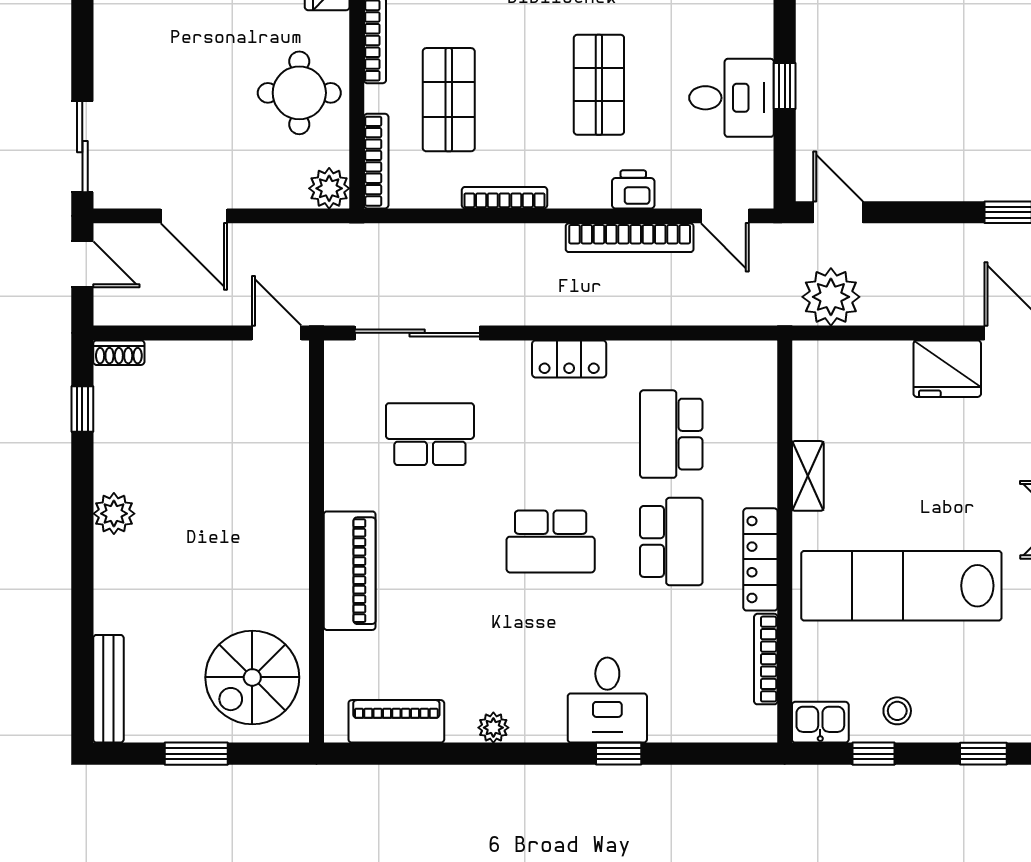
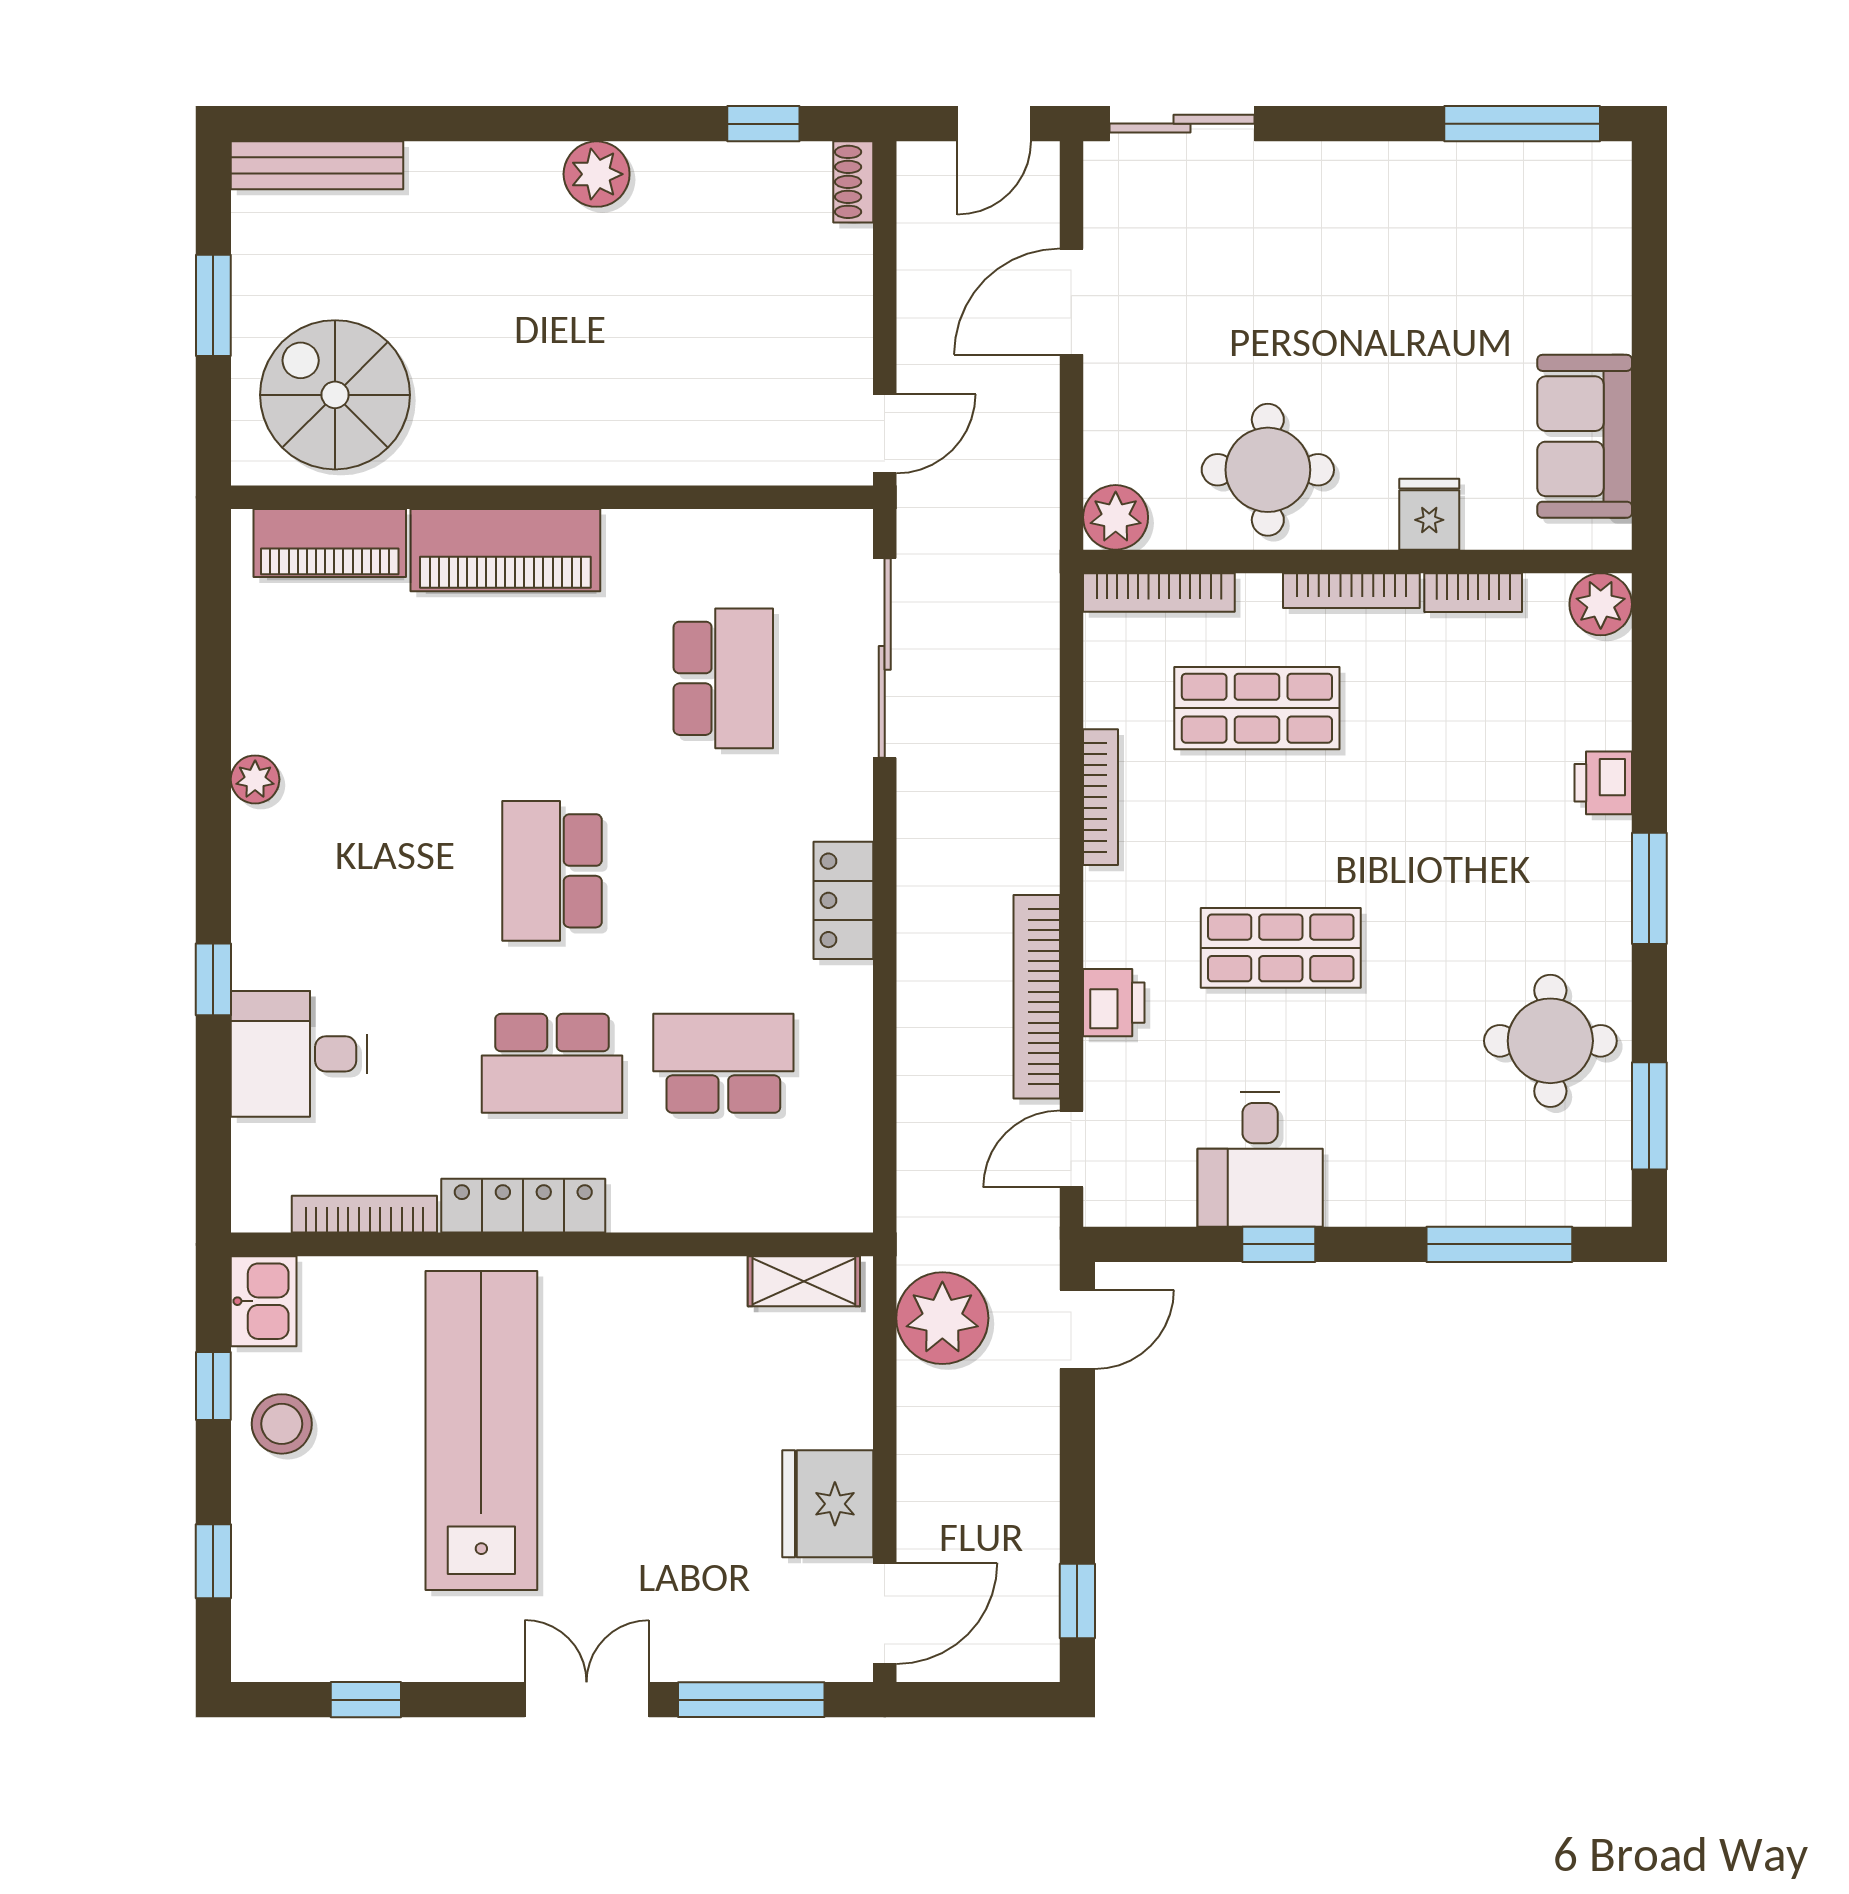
shelving: (808, 476) -> (804, 1281), moved
desk: (607, 700) -> (299, 1054), moved
stool: (897, 711) -> (282, 1424), width x1.37, depth x1.37
piano: (396, 721) -> (330, 543), moved, turned 90

